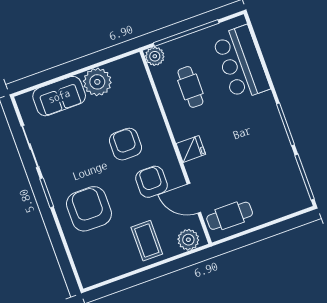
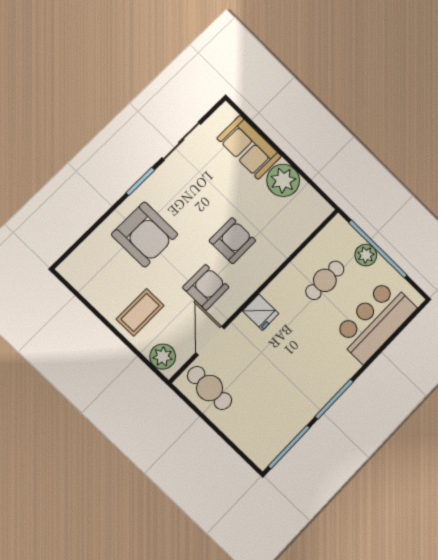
plant: (155, 56) -> (366, 255), moved
armchair: (89, 209) -> (145, 234), turned 90

